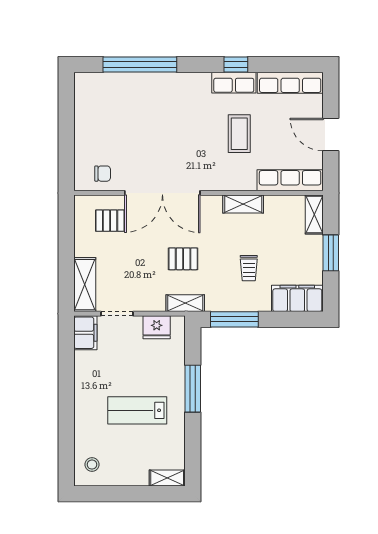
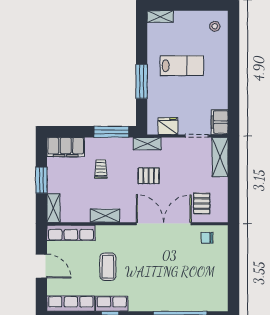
pallet: (110, 221) -> (202, 203), turned 90

